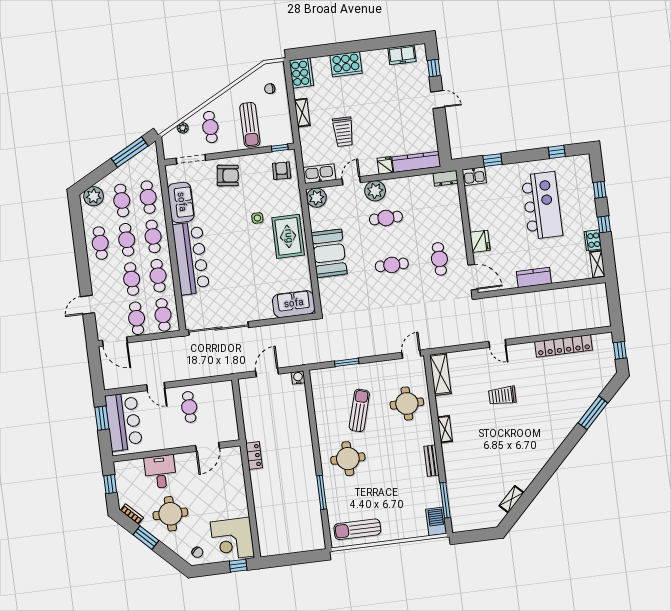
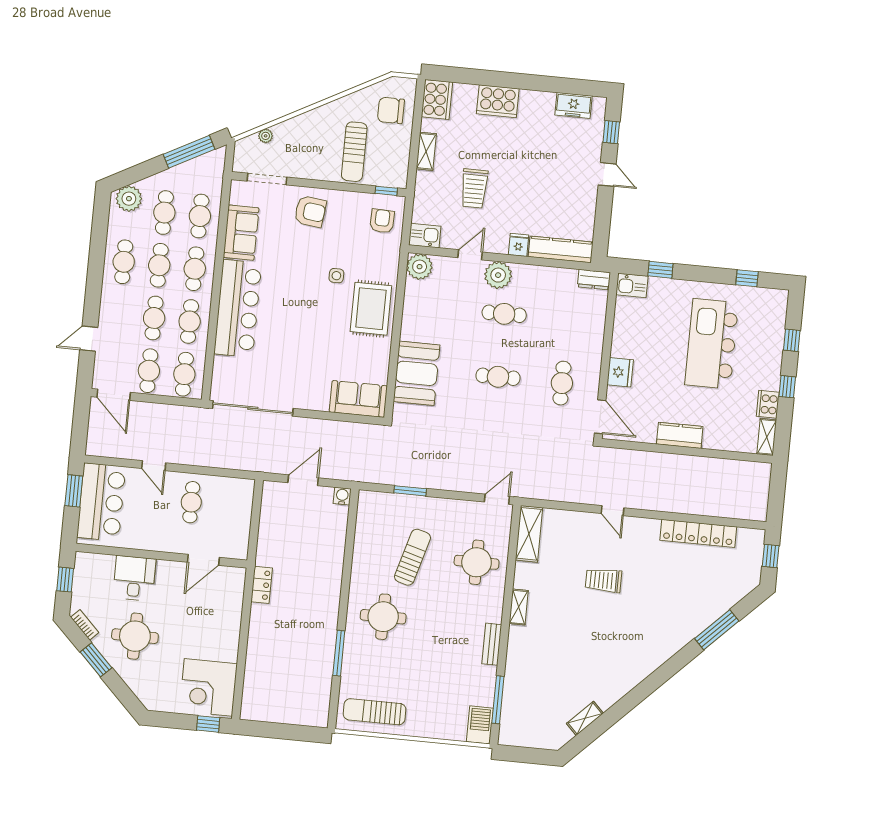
chair: (270, 89) -> (391, 110), width x1.87, depth x1.87
cafe table: (210, 127) -> (302, 143), removed
kitchen sink: (319, 174) -> (425, 236), width x0.73
kitchen island: (542, 206) -> (712, 344), turned 180
booth: (329, 253) -> (417, 373), moved
chair: (197, 552) -> (159, 694), removed

